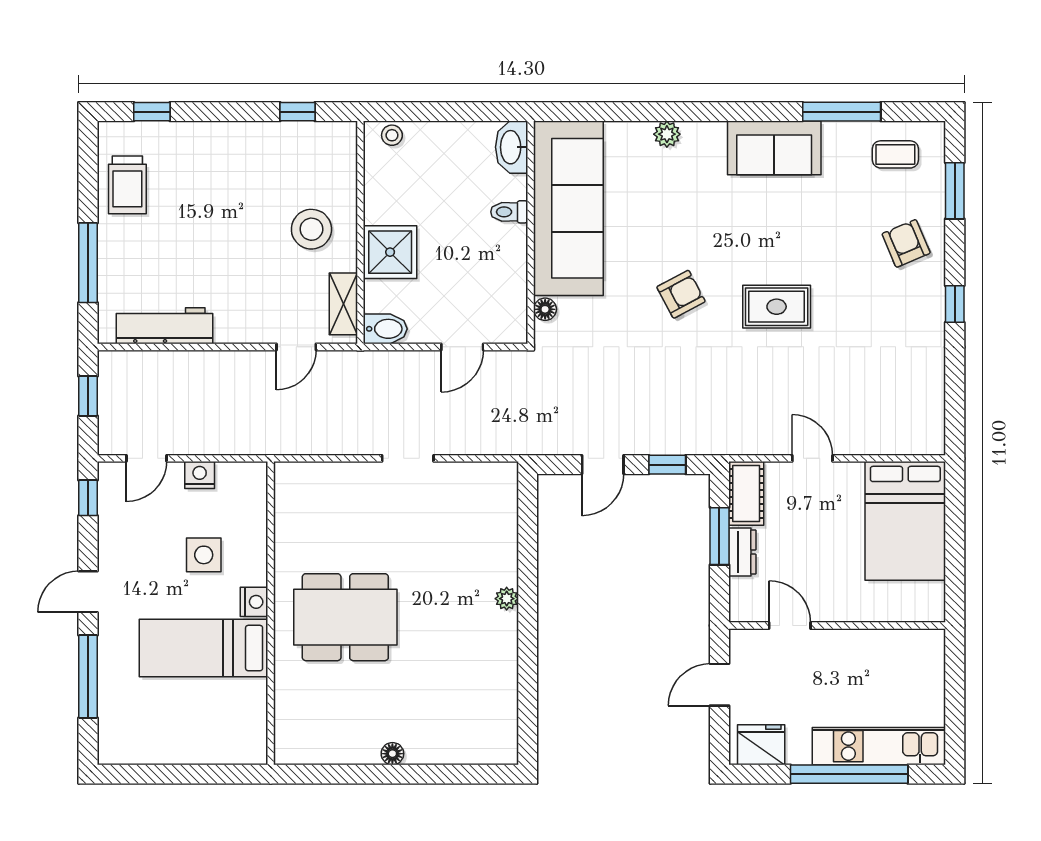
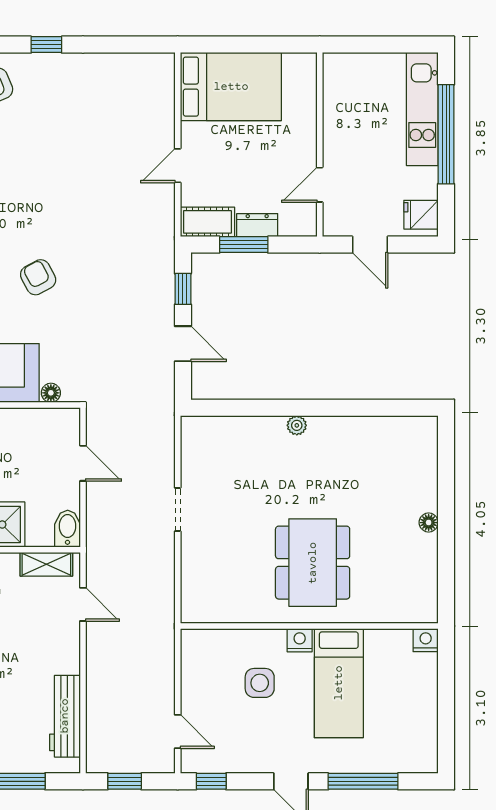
rug: (777, 307) -> (49, 196), removed
nightstand: (200, 475) -> (426, 640), moved, turned 90
fridge: (761, 745) -> (421, 215), width x0.72

